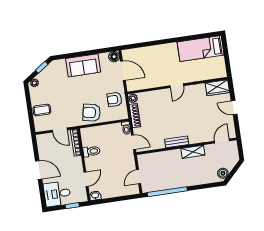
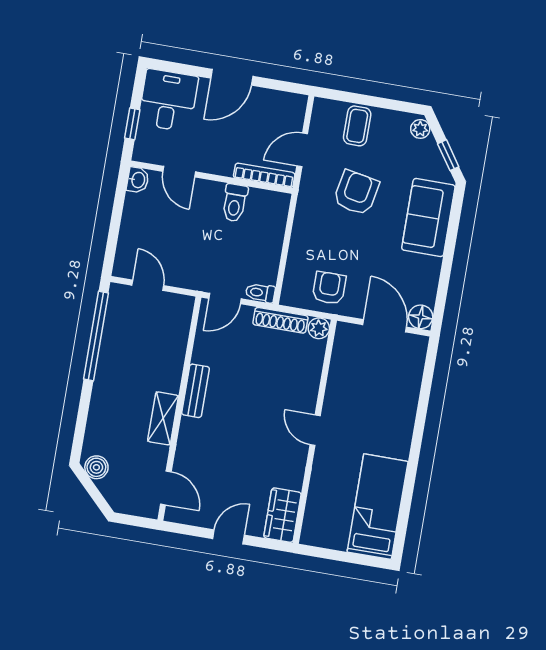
sofa: (83, 65) -> (428, 217), moved
door: (123, 71) -> (385, 326), swing flipped
armchair: (92, 113) -> (356, 193), moved

